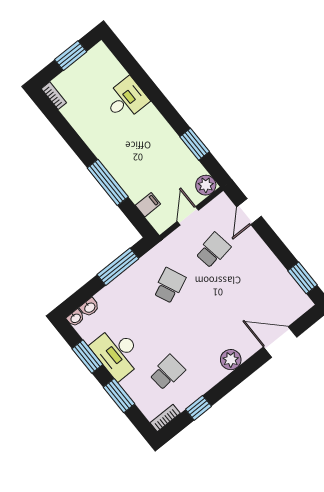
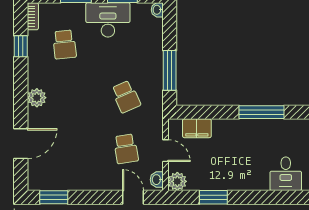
window: (108, 182) -> (262, 112), moved
filing cabinet: (148, 205) -> (197, 128), width x2.00
washbasin: (90, 307) -> (157, 180), moved

